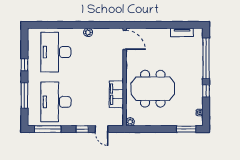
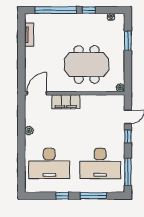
meeting table: (153, 89) -> (87, 64), turned 90
filing cabinet: (116, 94) -> (66, 102), moved
window: (186, 129) -> (128, 41), moved

